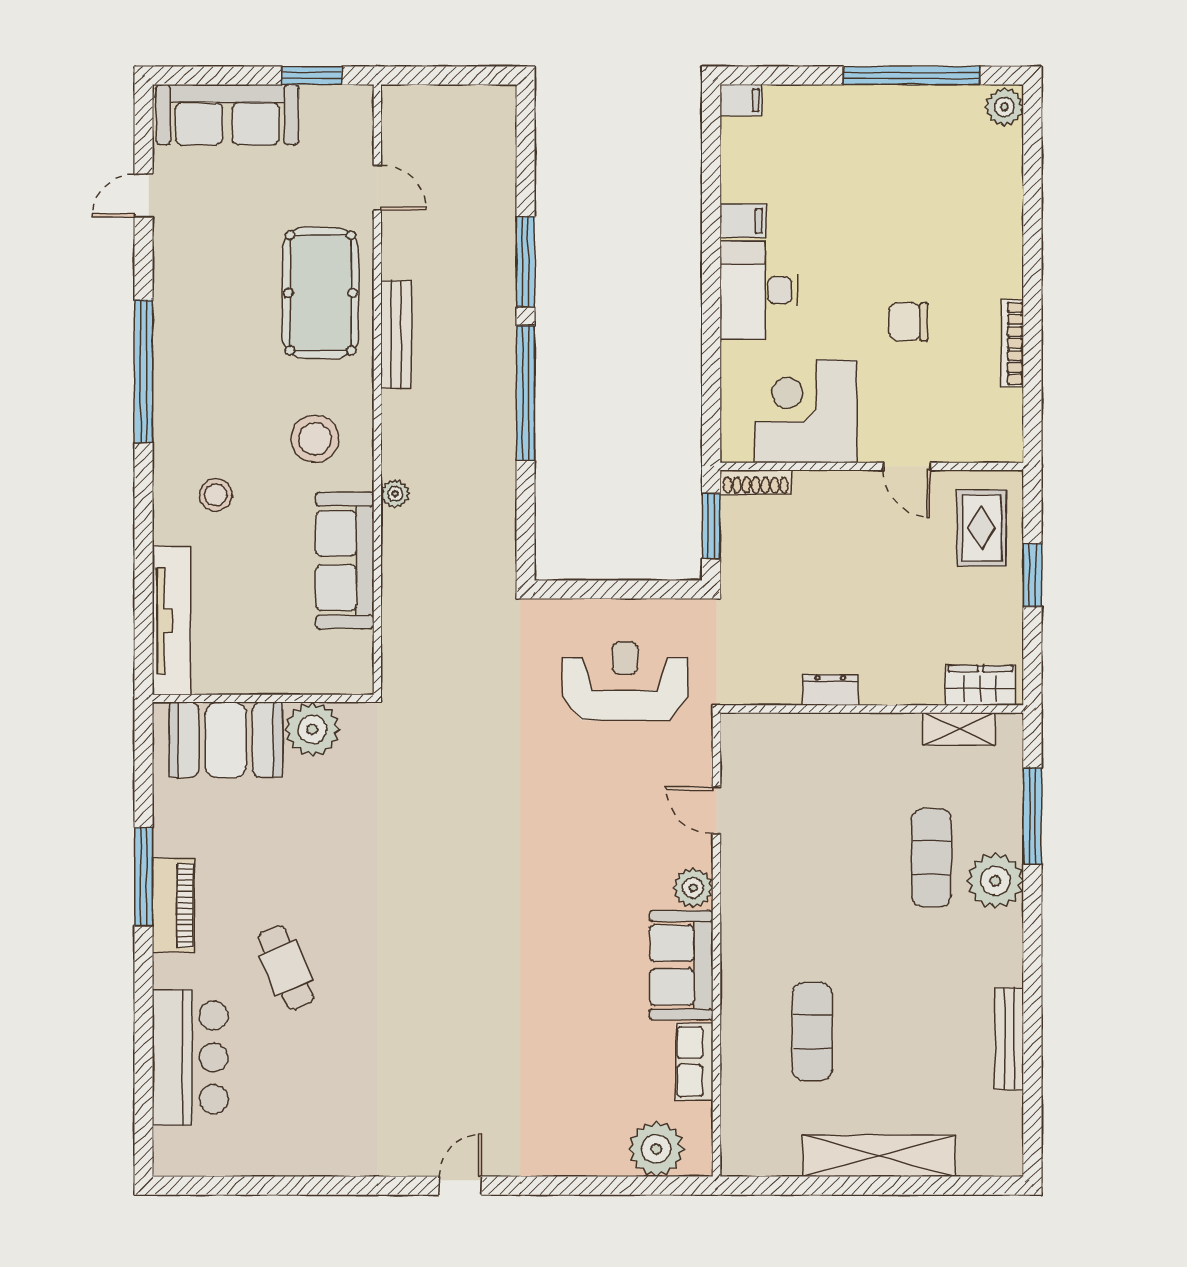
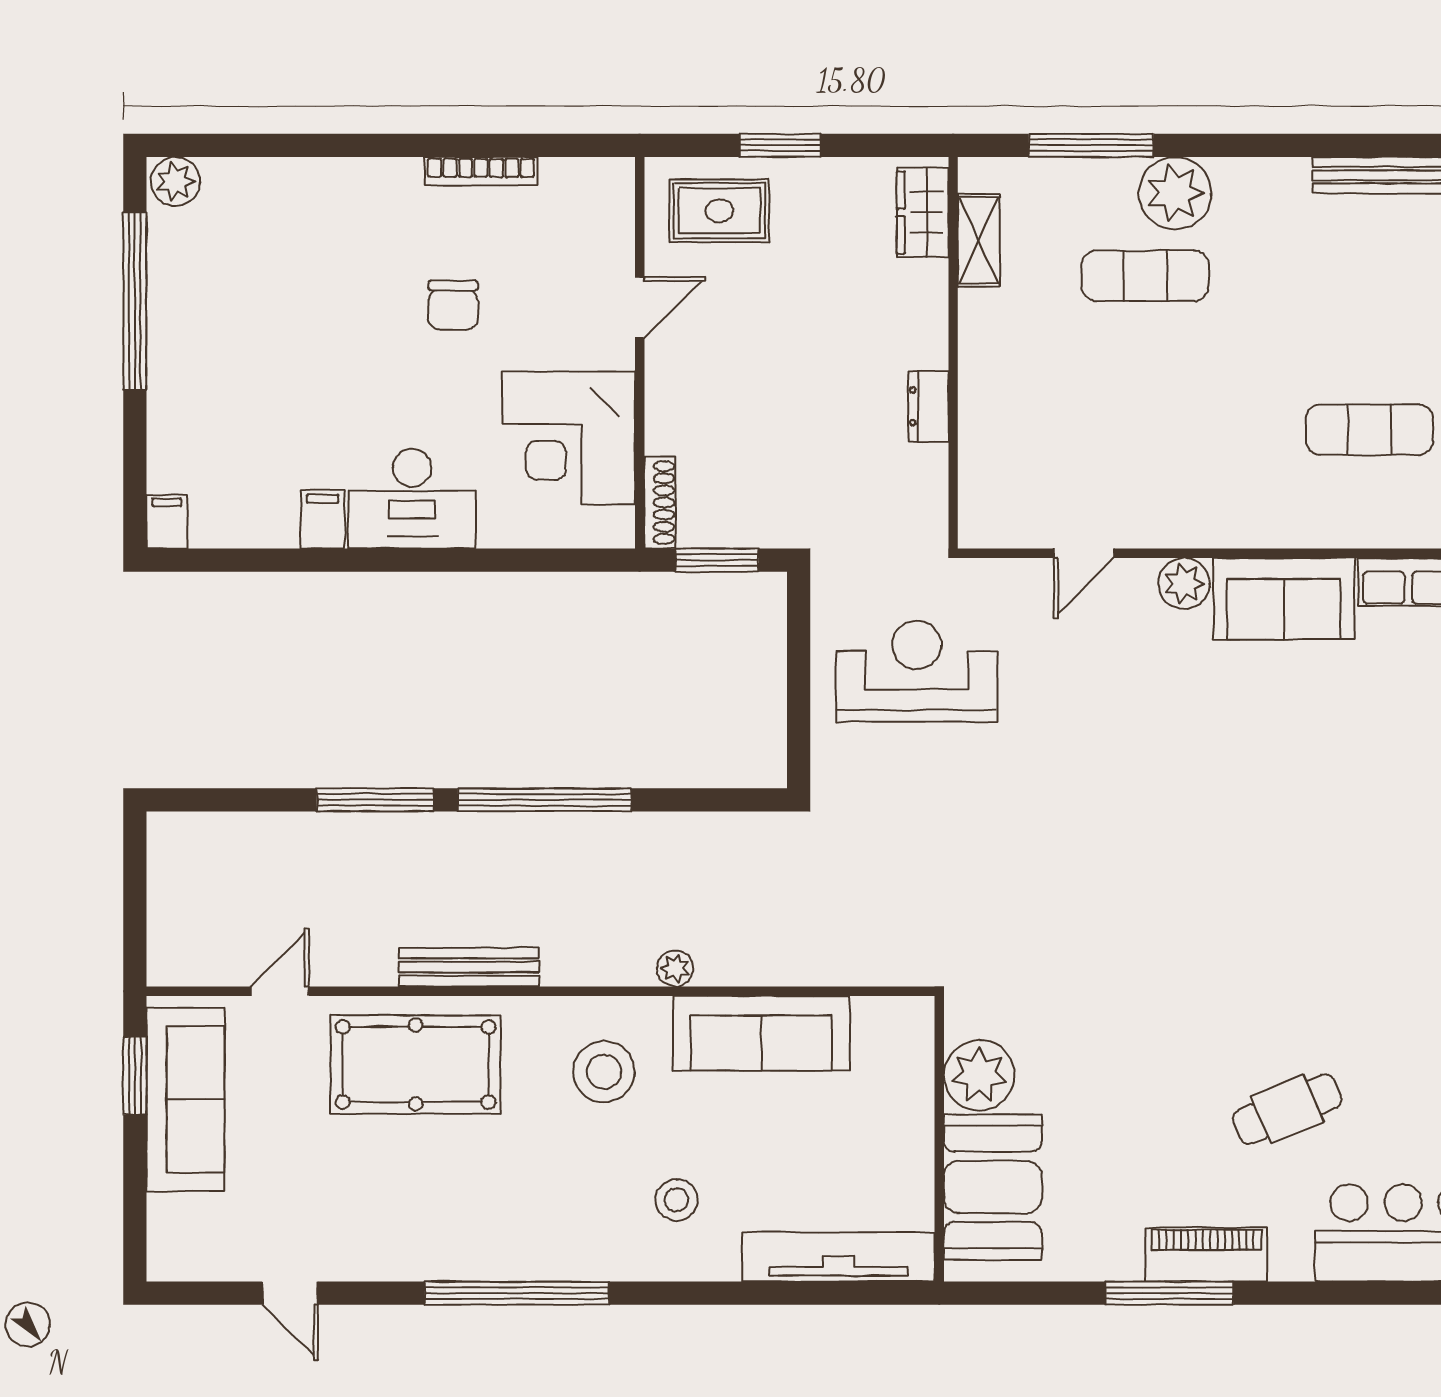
sofa: (227, 115) -> (185, 1099), moved
reception desk: (625, 681) -> (917, 671), turned 90

